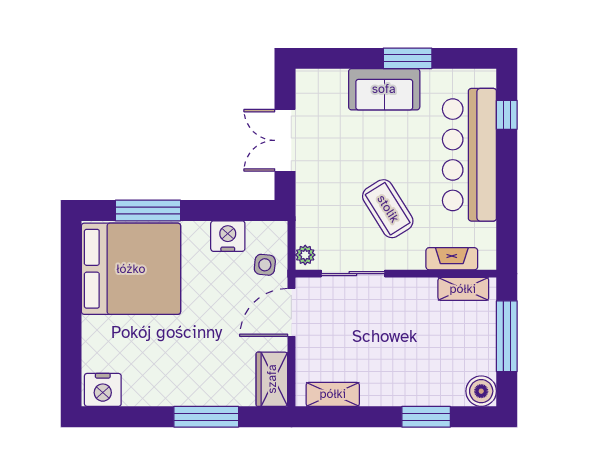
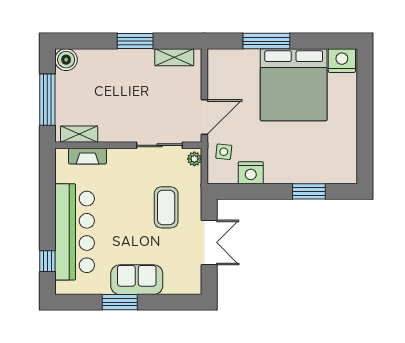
coffee table: (388, 209) -> (166, 207), moved, turned 32
window: (148, 210) -> (309, 191), width x0.69
bed: (131, 269) -> (294, 85), moved, turned -90
wardrobe: (272, 379) -> (219, 68), removed
window: (426, 417) -> (135, 41), moved

